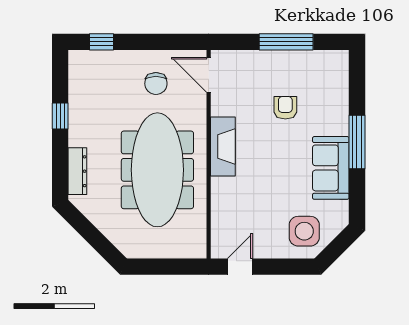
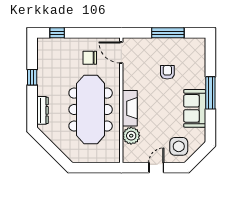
chair: (156, 84) -> (90, 58), turned 90
fireplace: (223, 146) -> (130, 108), moved
plant: (225, 213) -> (131, 136), added
door: (240, 267) -> (156, 168), moved

